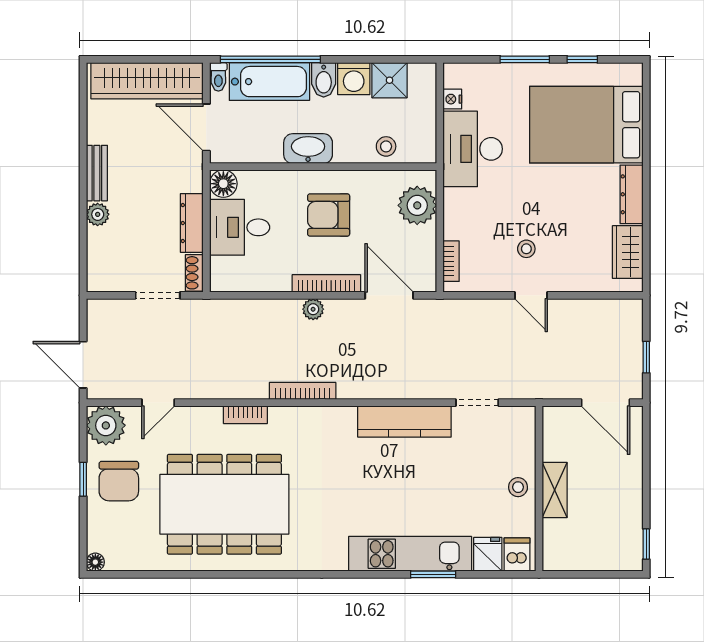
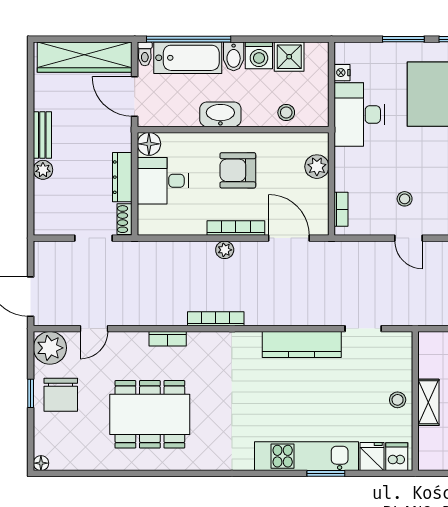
plant: (417, 205) -> (317, 167), width x0.73, depth x0.73
dining table: (224, 504) -> (150, 414), width x0.73, depth x0.80

